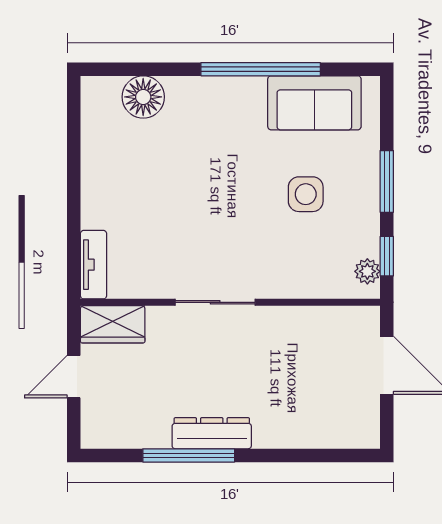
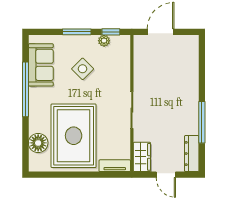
rug: (159, 174) -> (74, 136), added
side table: (306, 194) -> (83, 69), turned 45
plant: (367, 271) -> (104, 41), moved
dresser: (212, 433) -> (192, 154), moved

